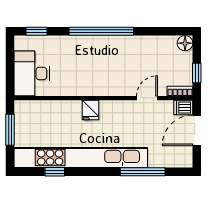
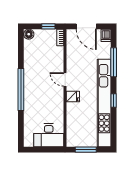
window: (36, 31) -> (21, 132), removed
door: (147, 98) -> (65, 79), moved
dishwasher: (183, 108) -> (106, 35), moved
window: (55, 172) -> (114, 101), moved

